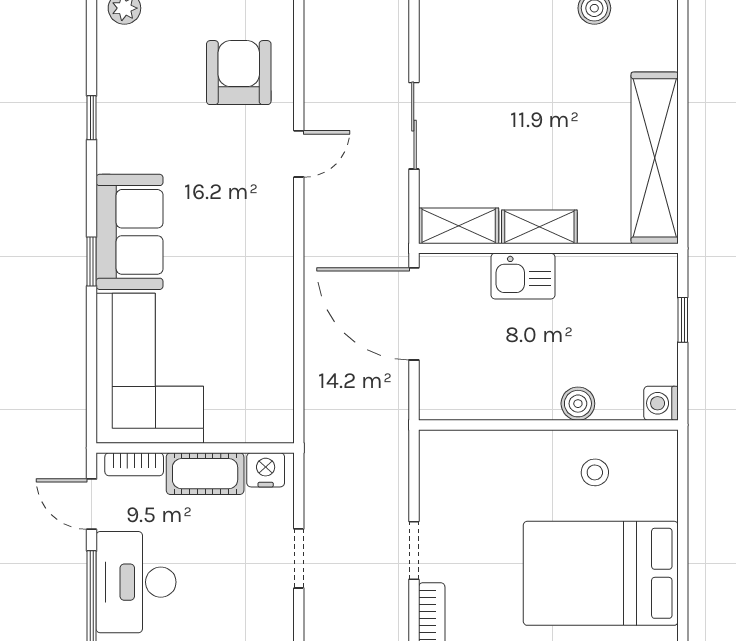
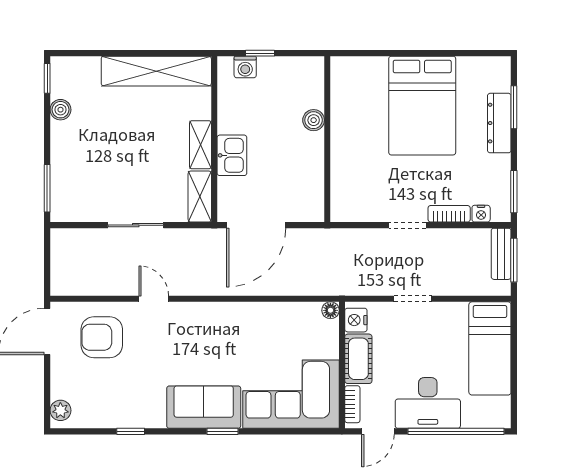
washing machine: (661, 403) -> (245, 67), moved
floor lamp: (281, 430) -> (330, 310), added
stool: (595, 472) -> (358, 109), removed

